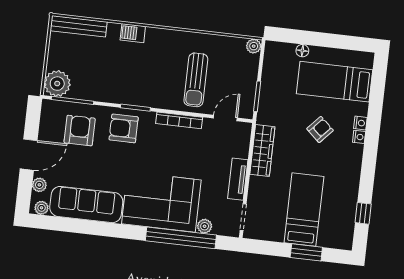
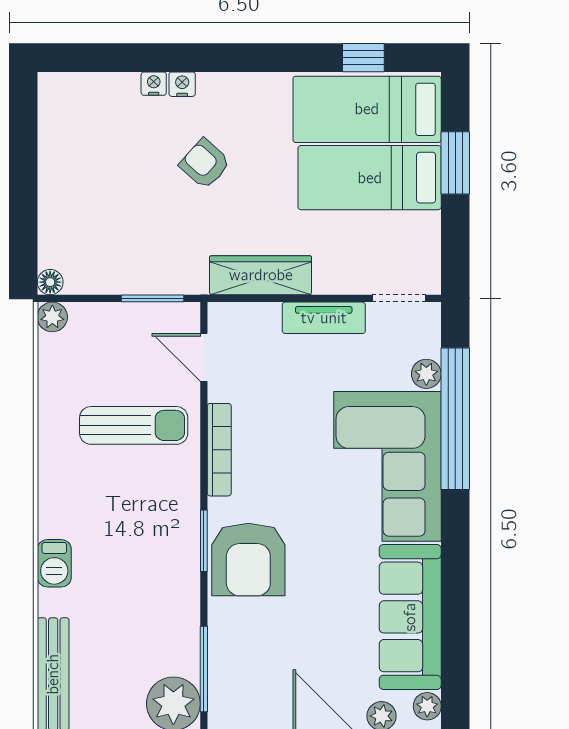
floor lamp: (302, 51) -> (50, 282), moved
bed: (335, 82) -> (367, 109), moved, turned 90
armchair: (124, 128) -> (248, 560), width x1.36, depth x1.36
armchair: (80, 131) -> (263, 648), removed
nightstand: (359, 137) -> (154, 84), moved

